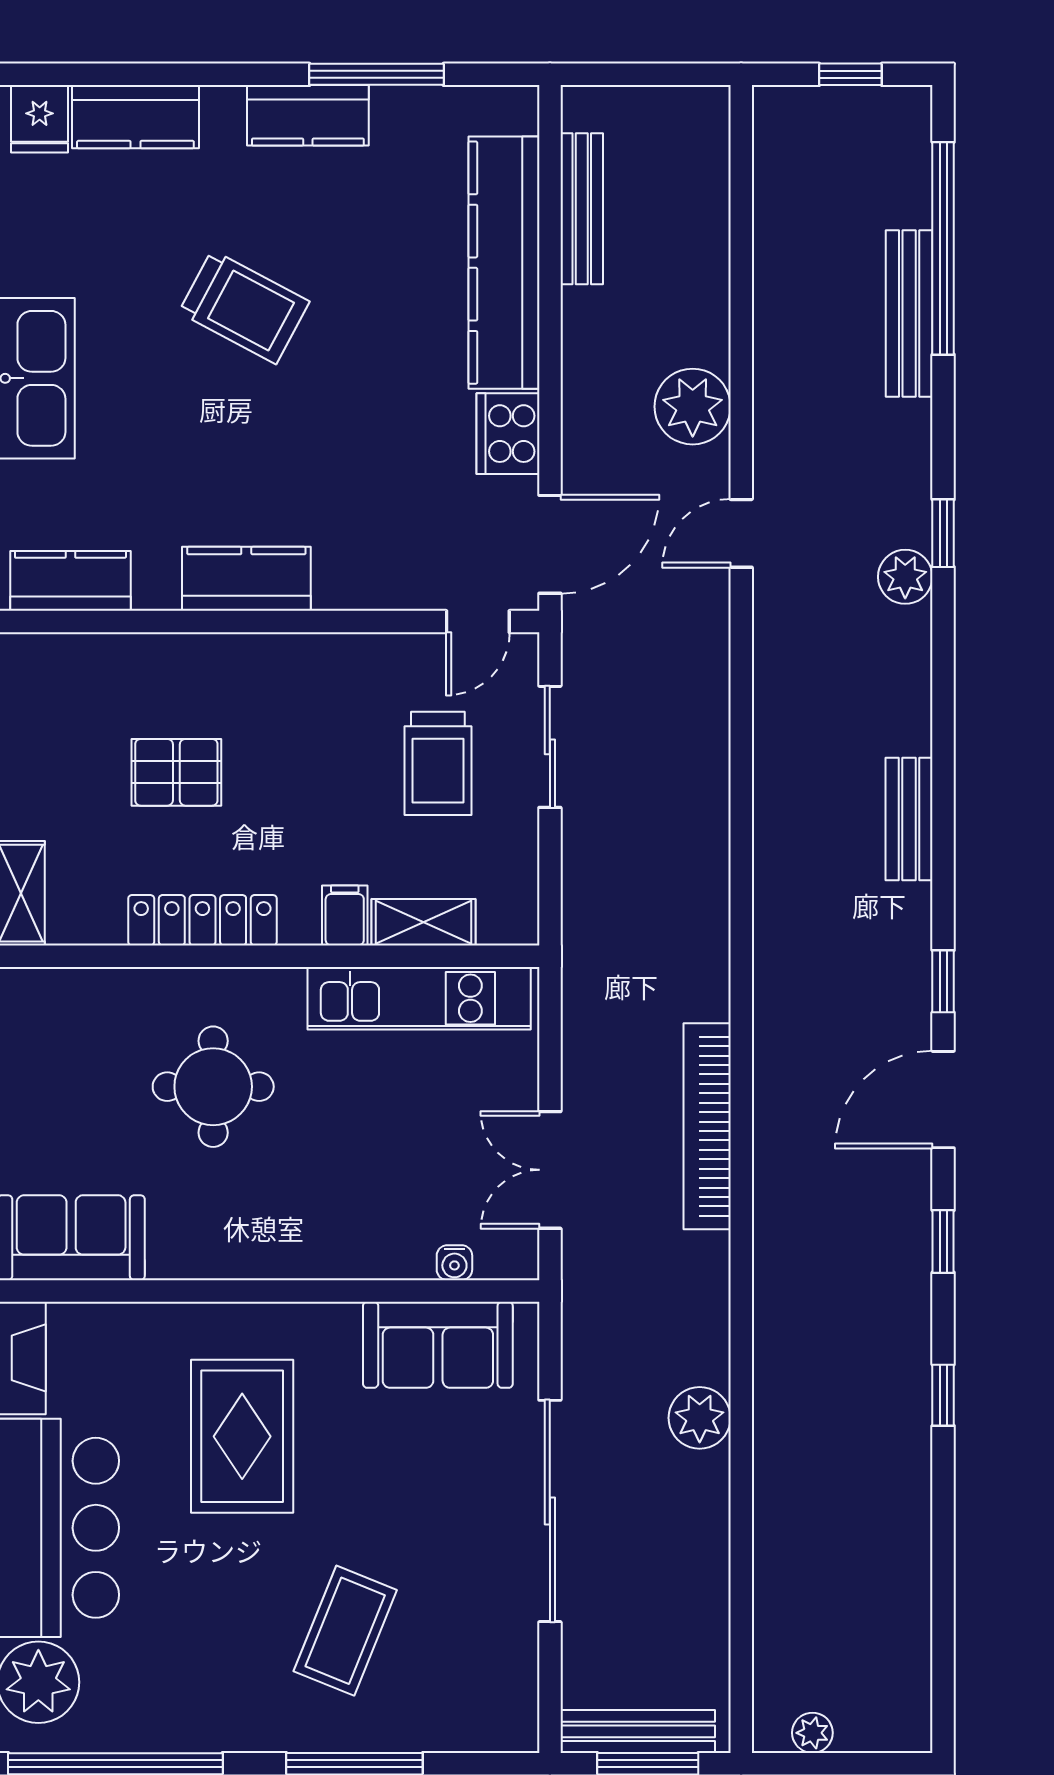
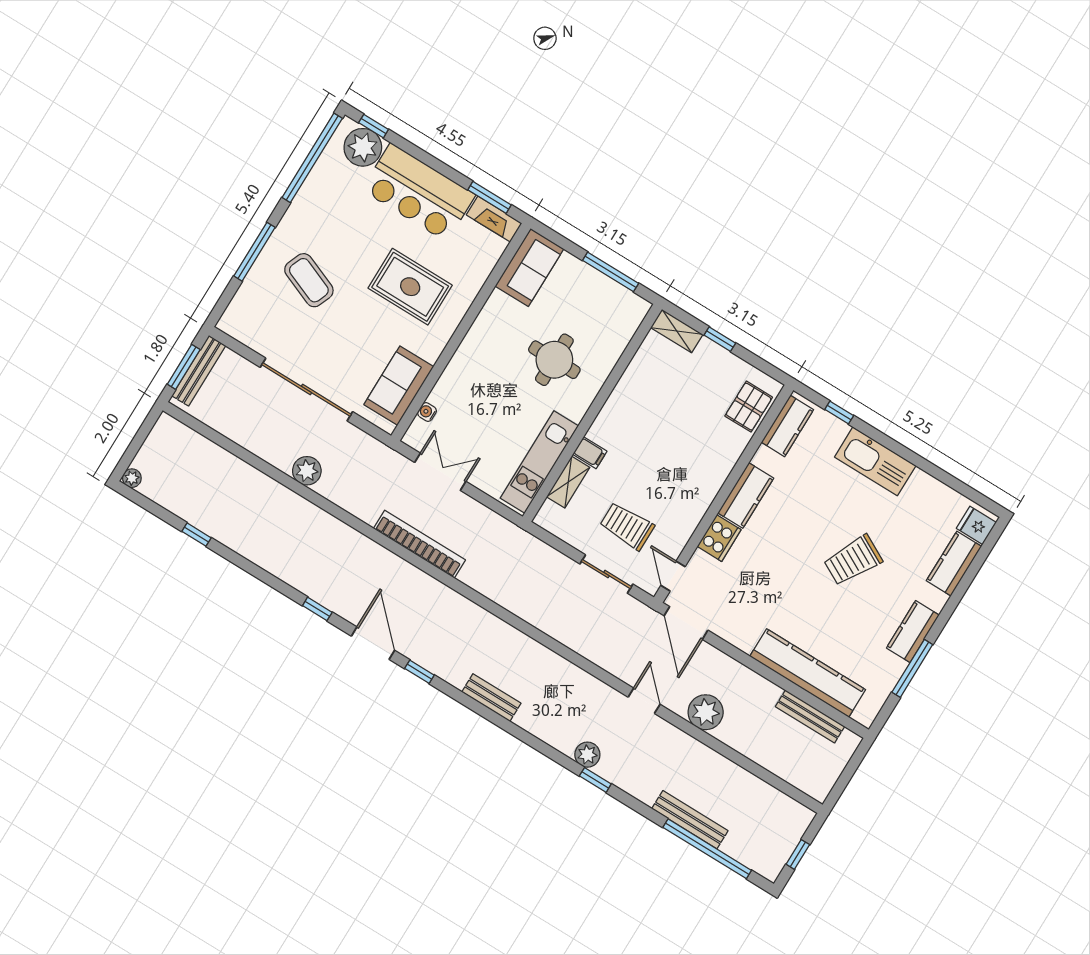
cooker: (508, 434) -> (719, 538), moved, turned 90
pallet: (176, 772) -> (749, 407), moved
locker: (202, 920) -> (622, 396), removed
window: (943, 1395) -> (196, 535), moved
plant: (812, 1733) -> (132, 478), moved

